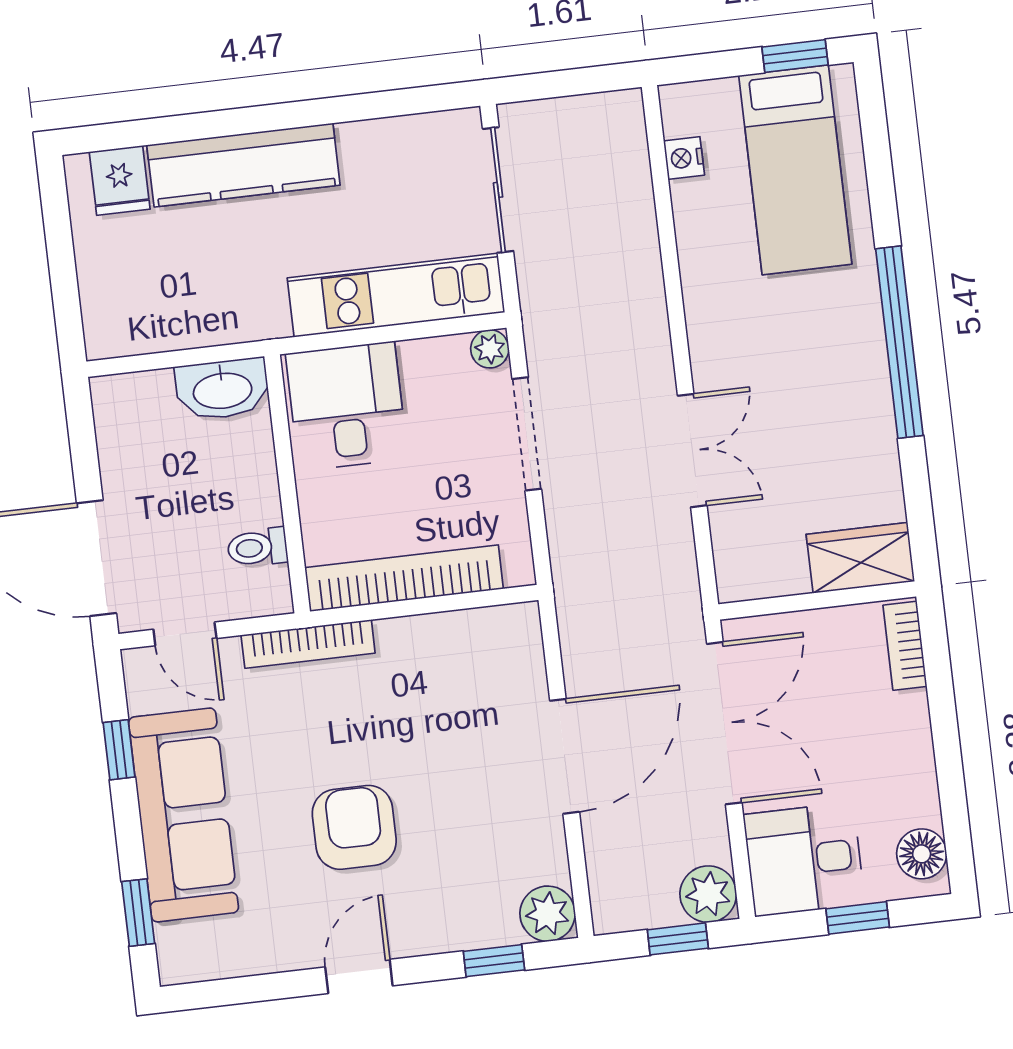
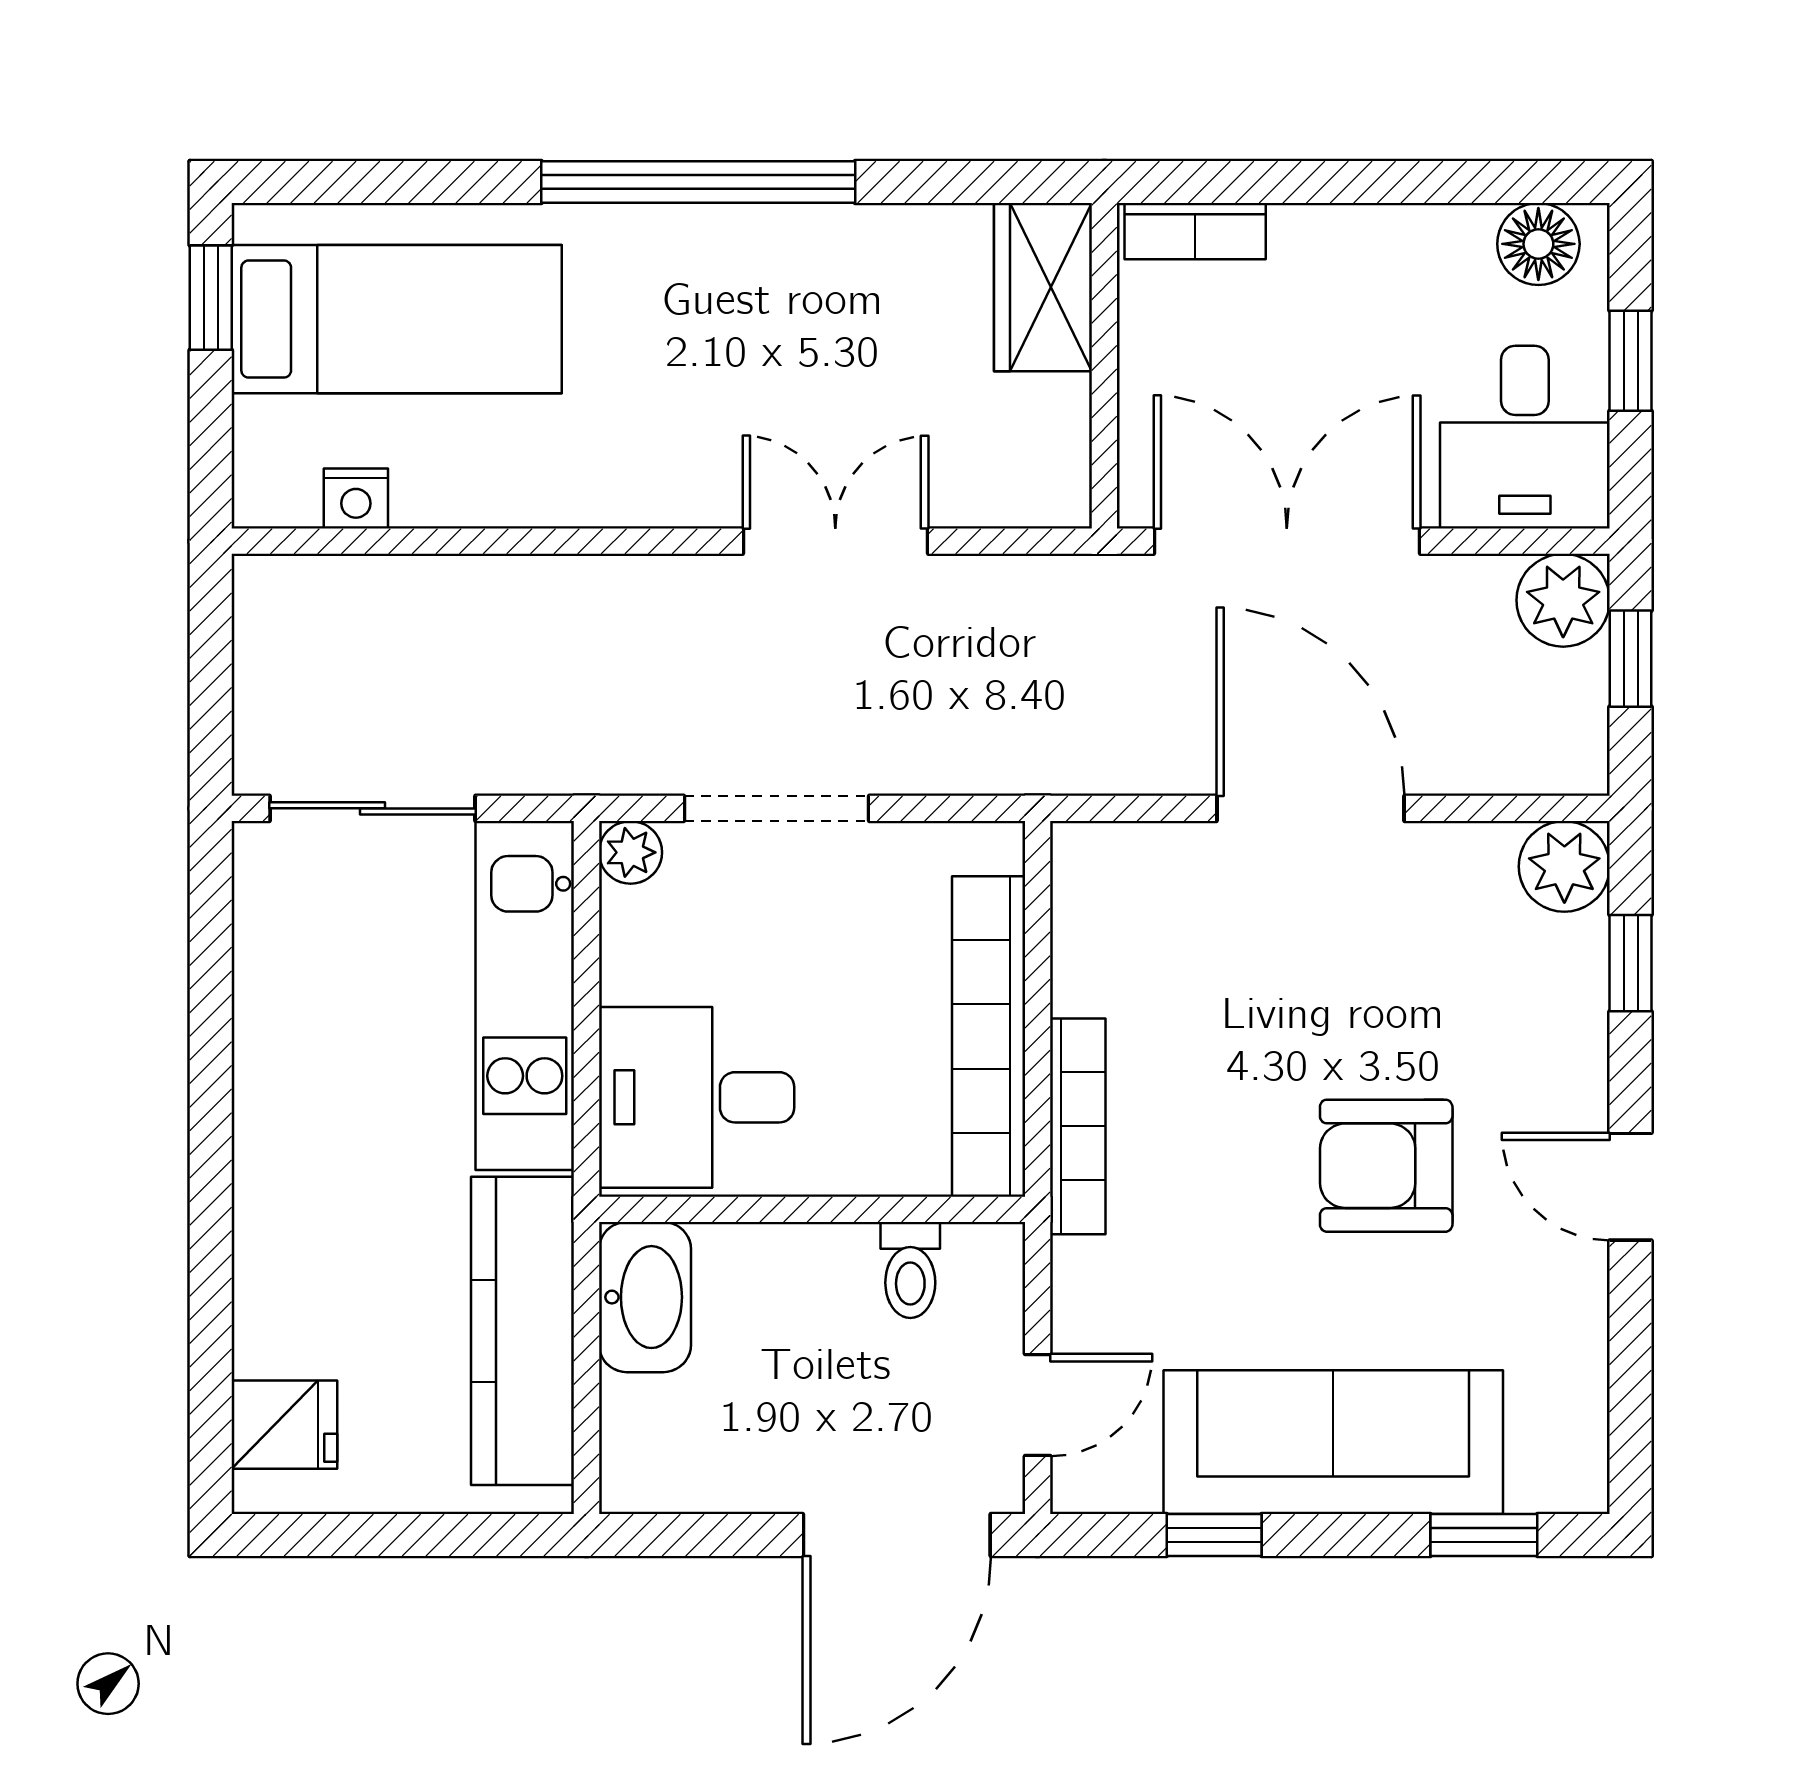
kitchen counter: (243, 165) -> (523, 1331), moved, turned 180
bookcase: (308, 644) -> (1078, 1126), moved

